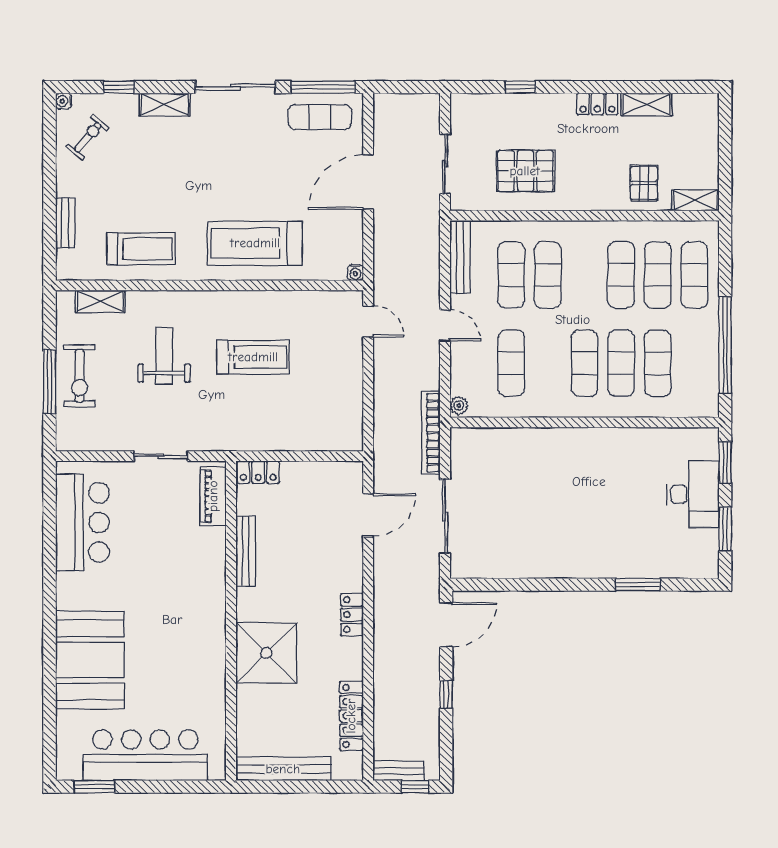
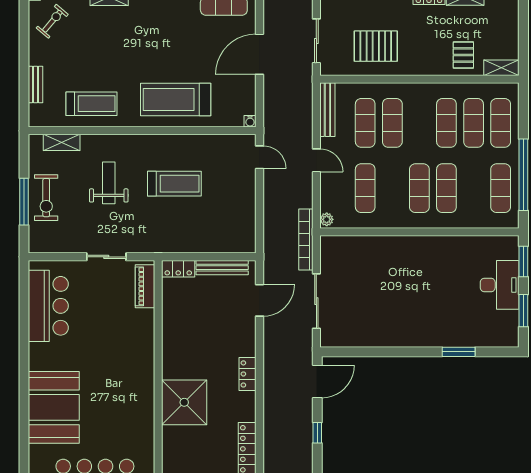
exercise mat: (658, 363) -> (501, 188), moved
bench: (246, 551) -> (222, 268), moved, turned 90

